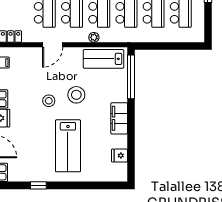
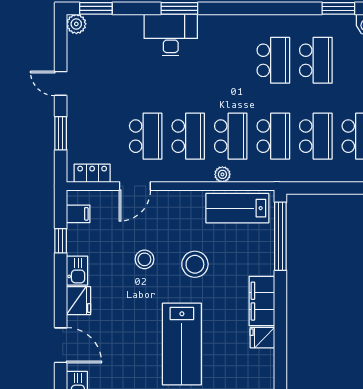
door: (53, 45) -> (135, 186), moved
stool: (49, 101) -> (144, 259), moved
fridge: (120, 156) -> (262, 338), moved

